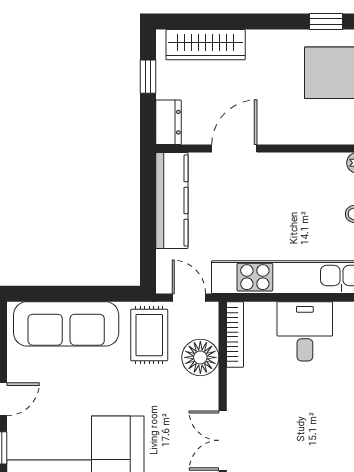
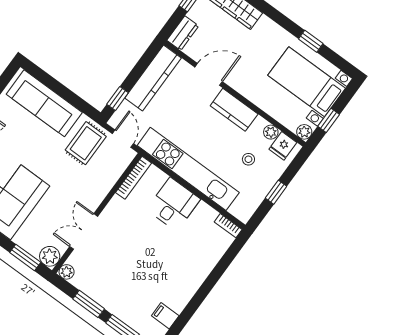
kitchen counter: (295, 168) -> (234, 110), added
window: (148, 255) -> (118, 98), added
floor lamp: (200, 357) -> (105, 176), removed

